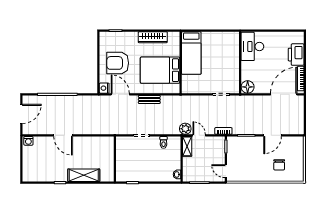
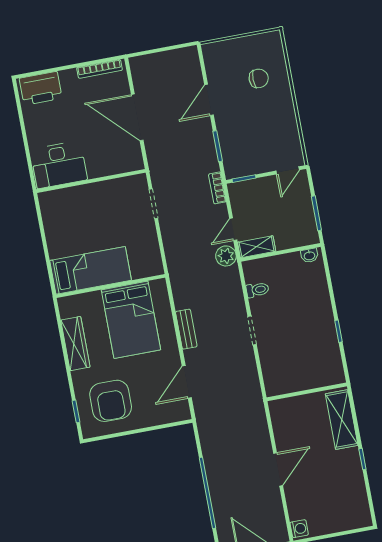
printer: (296, 55) -> (41, 88), moved
armchair: (118, 63) -> (111, 401), moved
floor lamp: (248, 87) -> (132, 160), removed
nightstand: (104, 88) -> (181, 412), removed
door: (284, 94) -> (137, 117), moved
door: (273, 135) -> (209, 100), swing flipped
wall: (115, 159) -> (307, 392), moved

